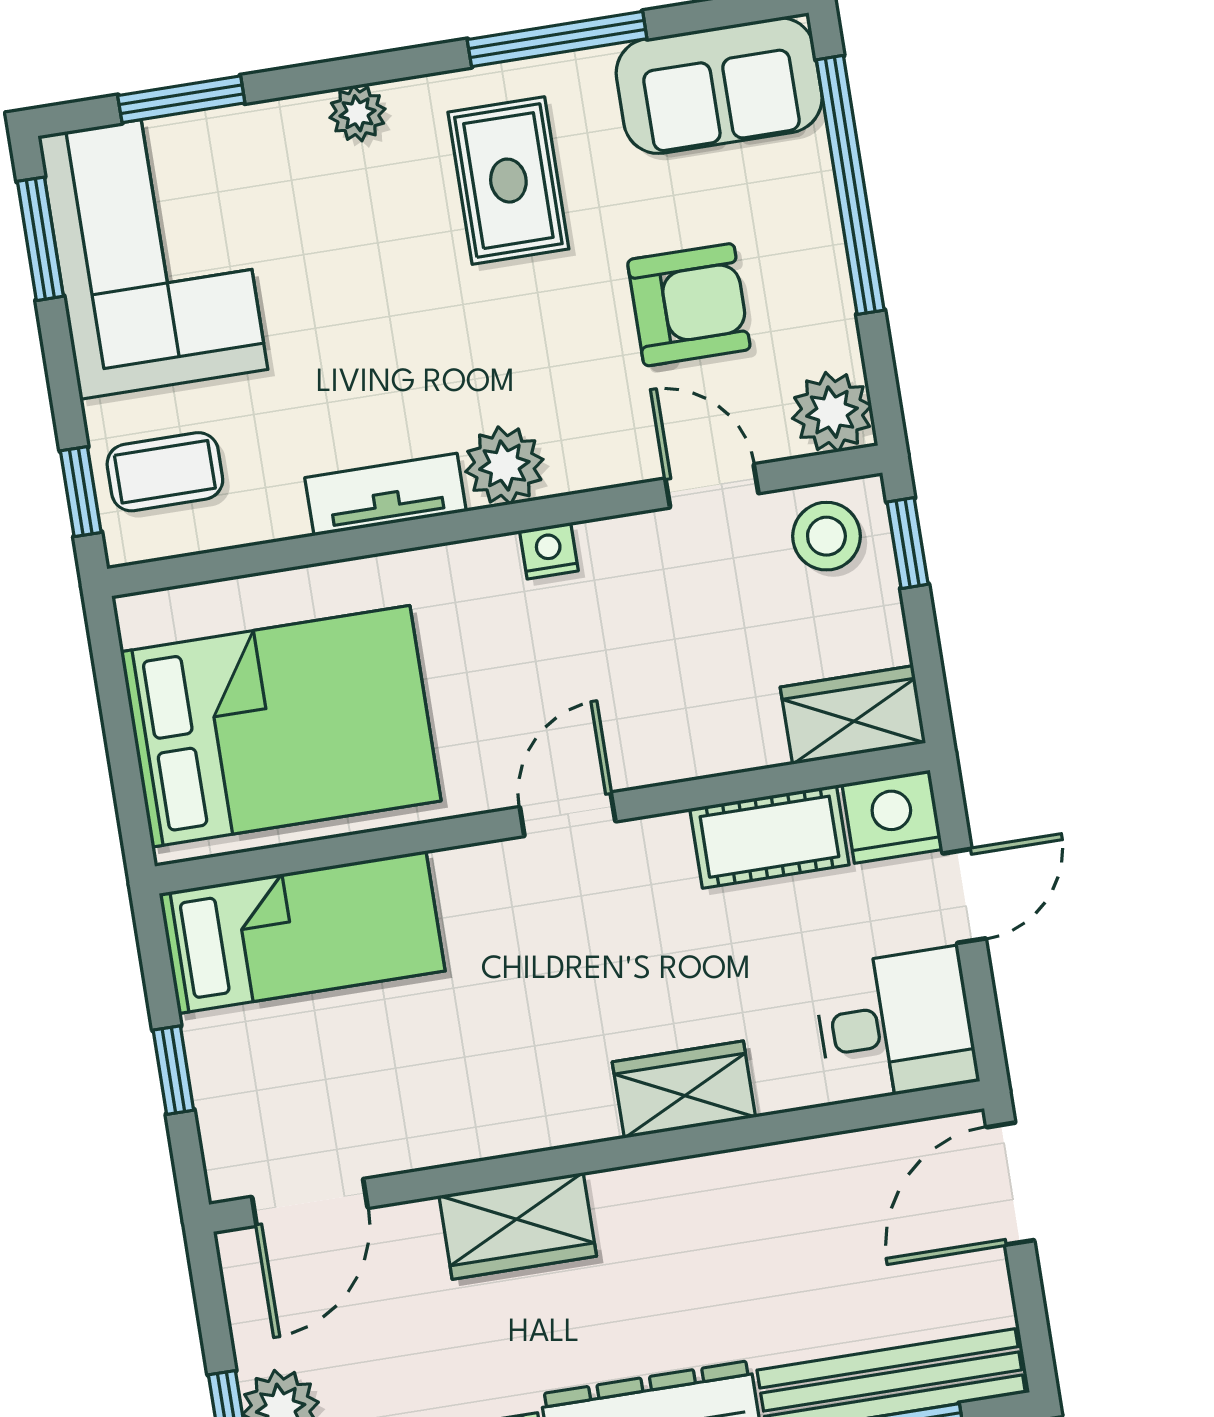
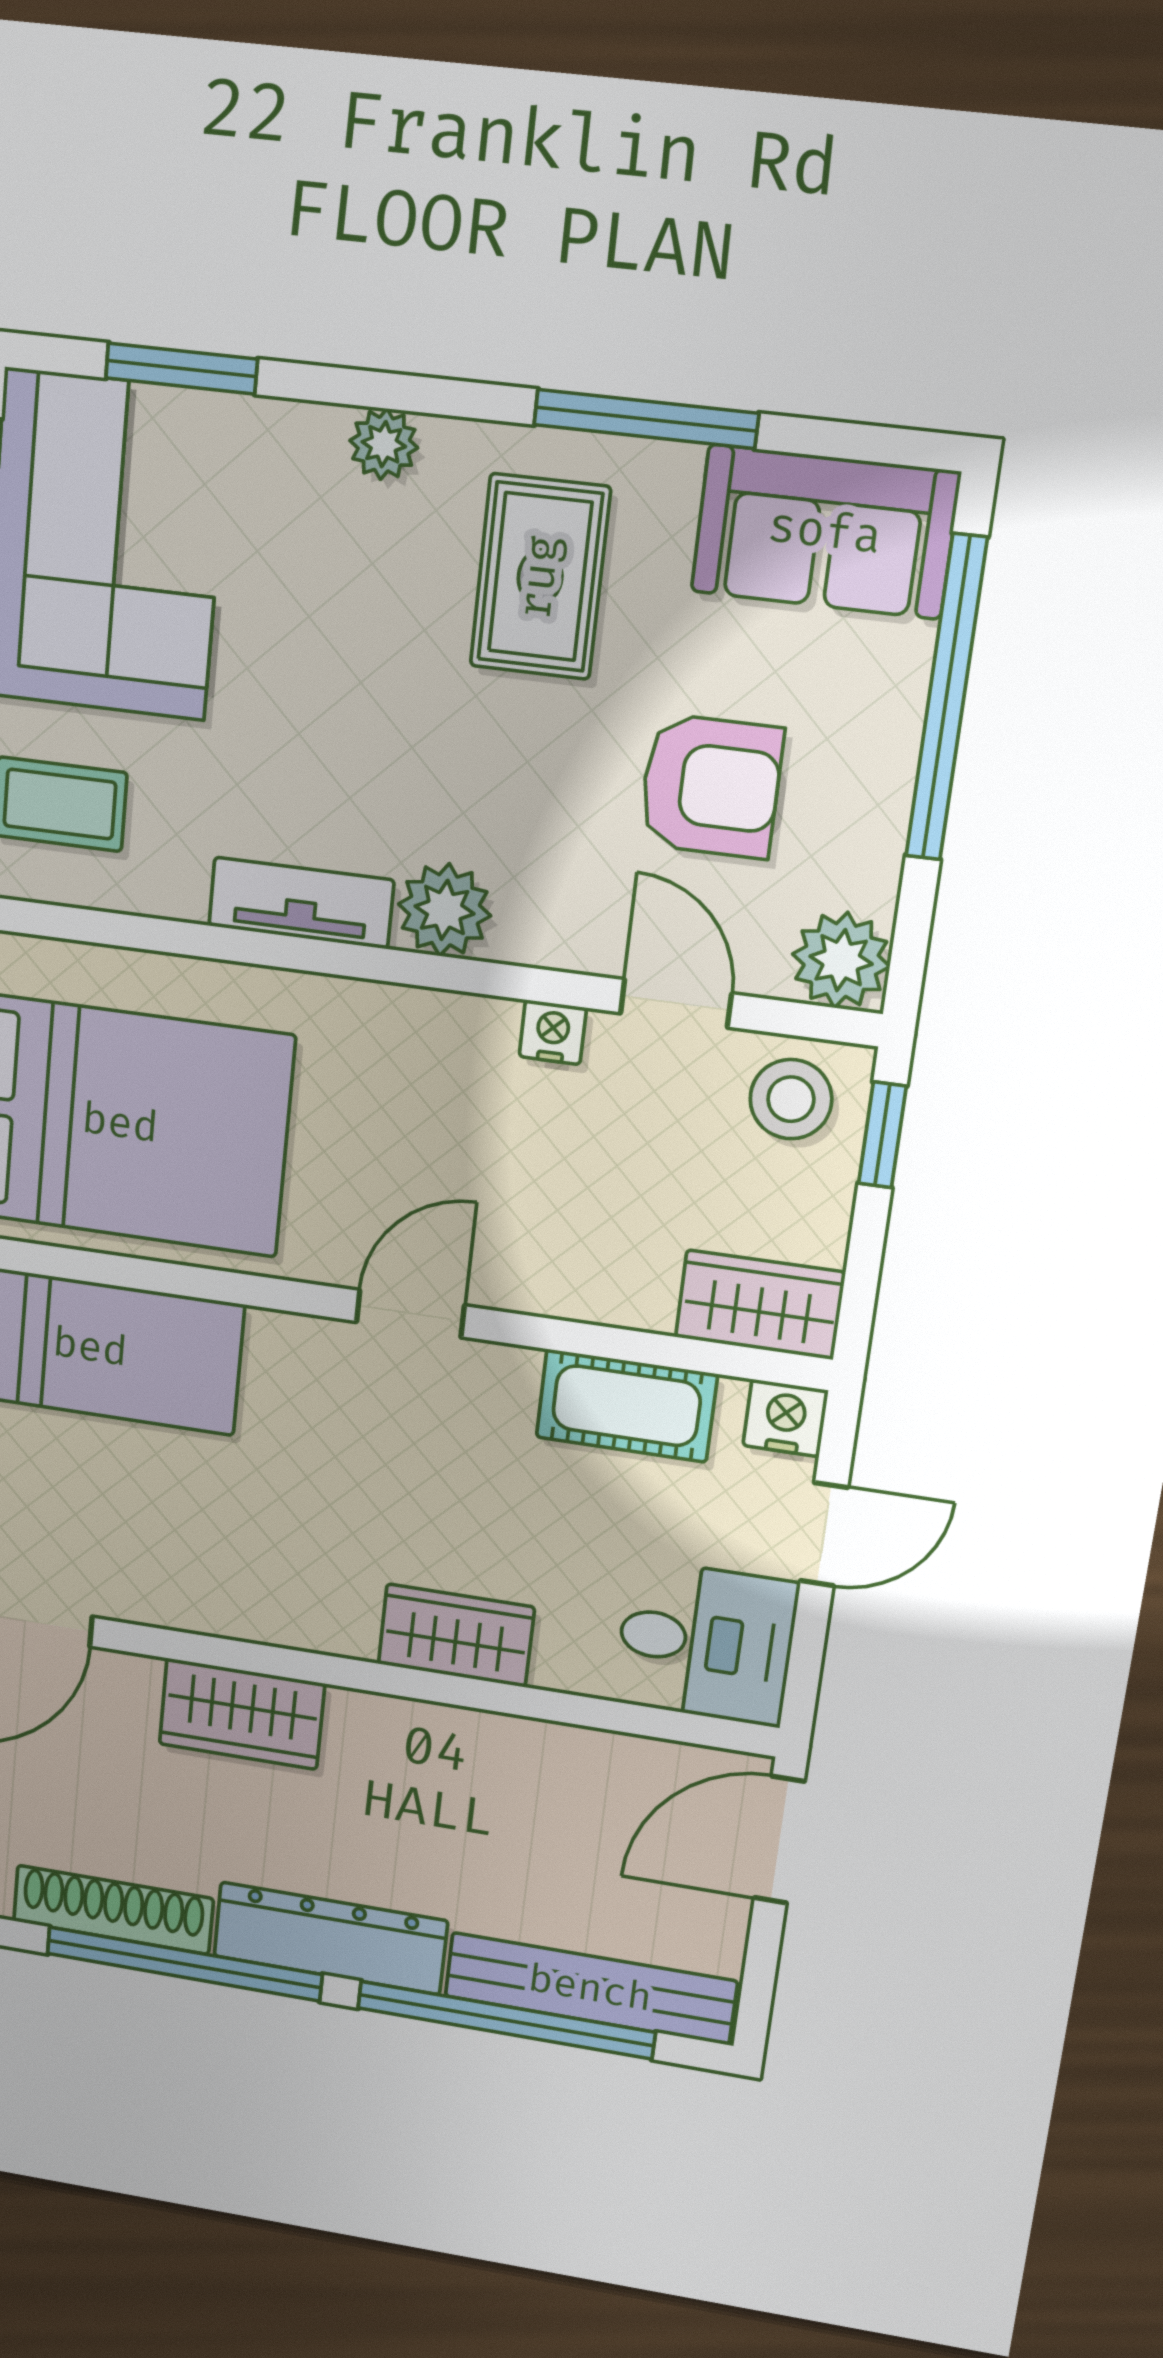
nightstand: (549, 551) -> (553, 1032), moved
nightstand: (892, 817) -> (785, 1418), width x0.74, depth x0.75

